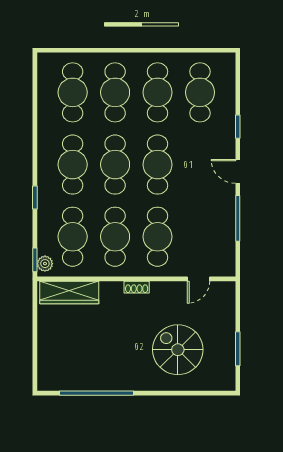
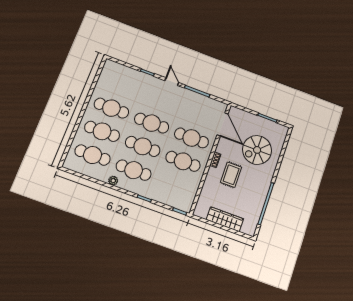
cafe table: (200, 92) -> (121, 85), removed
door: (238, 171) -> (172, 82), swing flipped
cafe table: (73, 237) -> (174, 185), removed
plant: (45, 264) -> (113, 181), moved
door: (198, 279) -> (223, 124), width x1.88
wardrobe: (69, 292) -> (225, 219), moved, turned -90
rug: (122, 321) -> (231, 175), added

